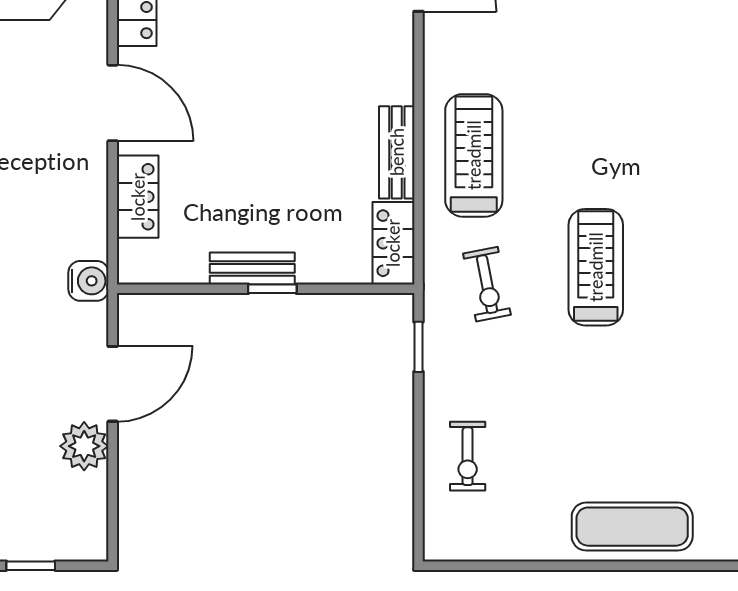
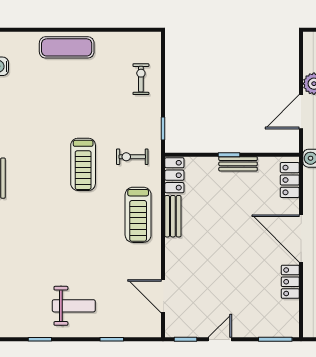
door: (113, 103) -> (301, 239), width x1.36
locker: (138, 197) -> (290, 180), moved
exercise bike: (487, 284) -> (132, 157), turned -79

